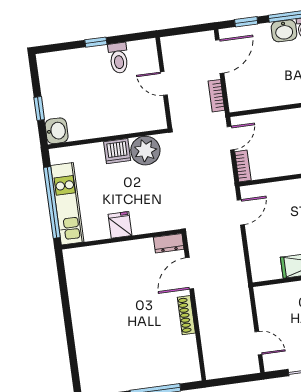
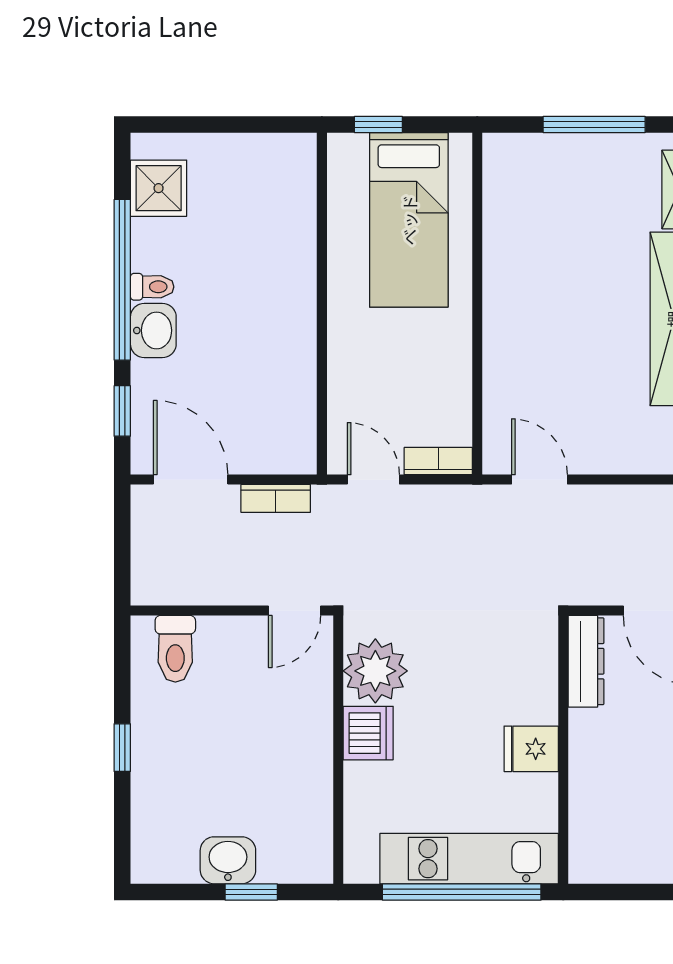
toilet: (118, 58) -> (175, 649), moved, turned 90
door: (164, 83) -> (295, 610), moved
washbasin: (57, 131) -> (228, 860), moved
dresser: (169, 243) -> (586, 661), width x1.44

